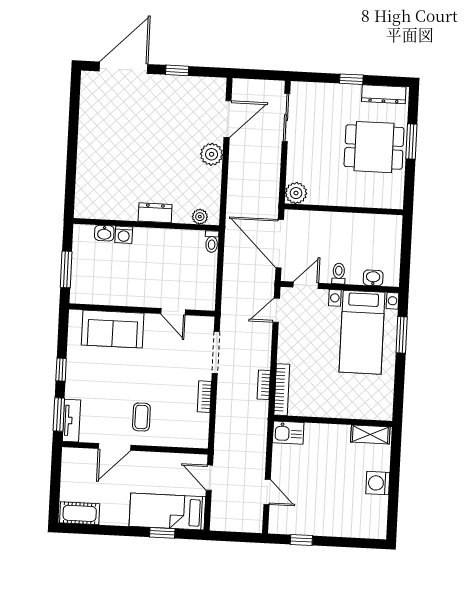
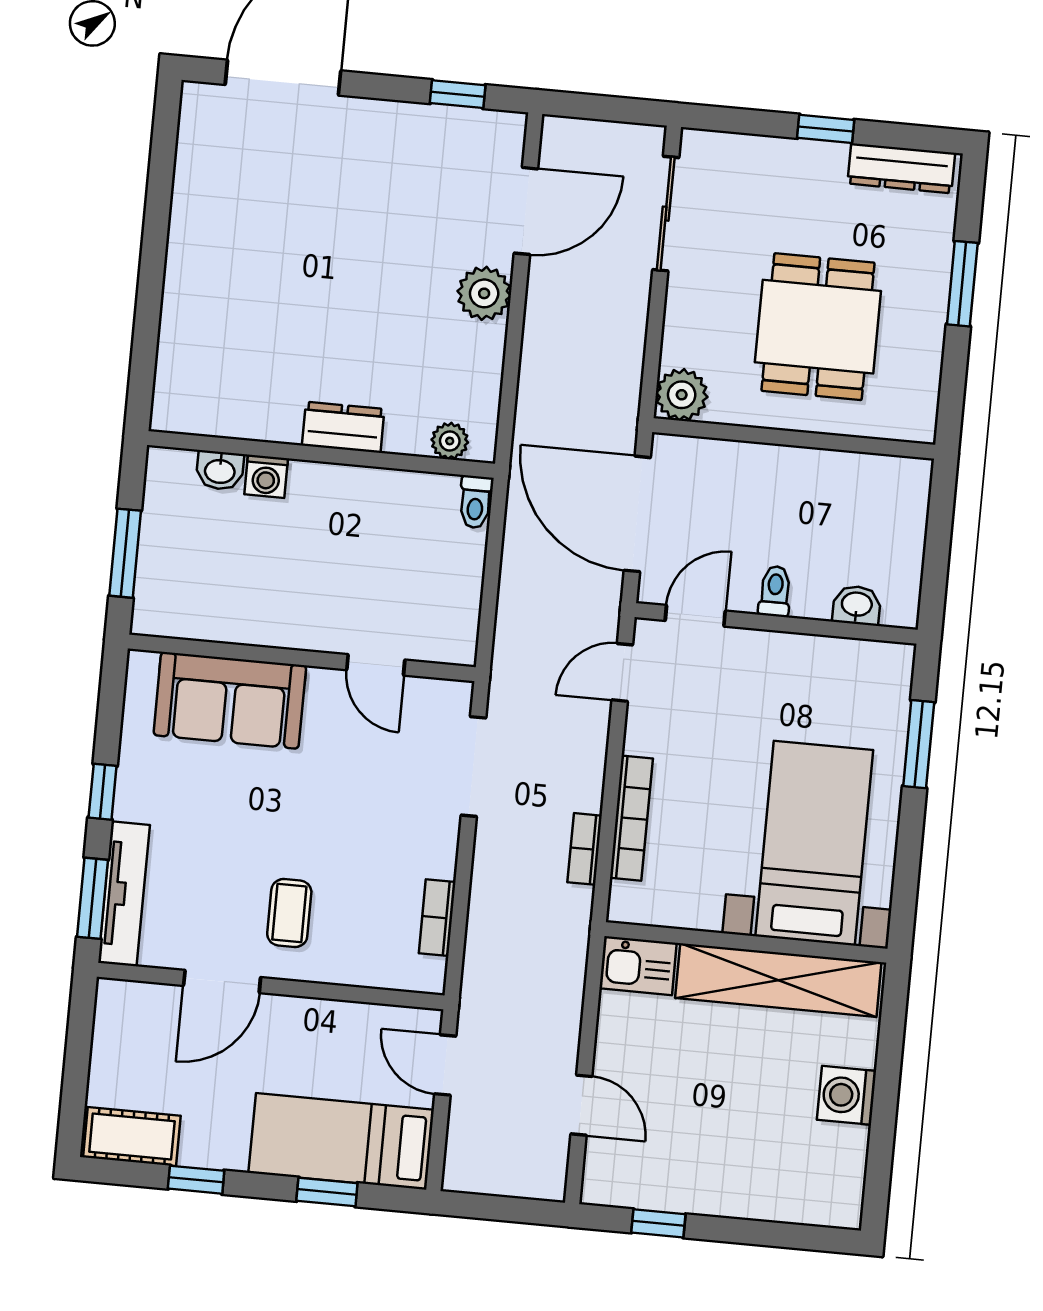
window: (177, 70) -> (458, 94), moved
dining table: (374, 147) -> (818, 327), moved, turned 90
bed with nightstands: (362, 332) -> (814, 843), moved, turned 180
bookcase: (282, 390) -> (631, 818), moved
bookcase: (204, 397) -> (437, 918), moved
tv unit: (71, 421) -> (124, 894), width x1.41
shelving: (370, 434) -> (778, 980), width x2.20, depth x1.33
window: (107, 530) -> (196, 1180), added

